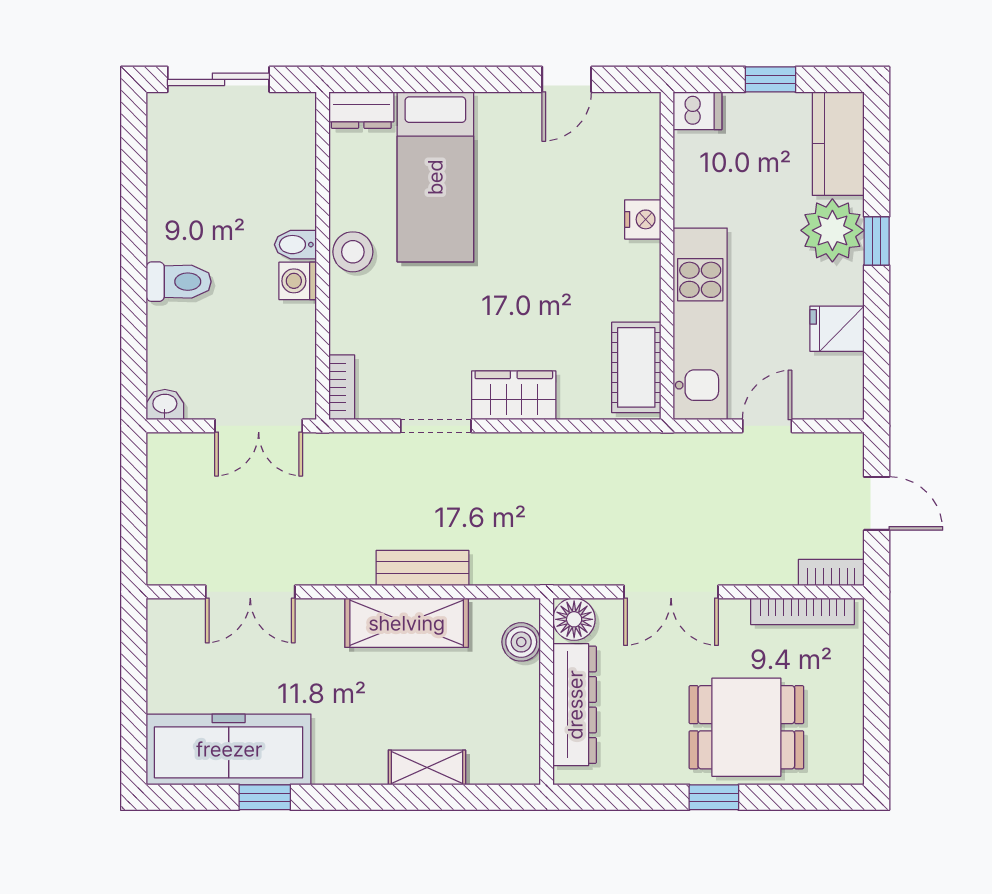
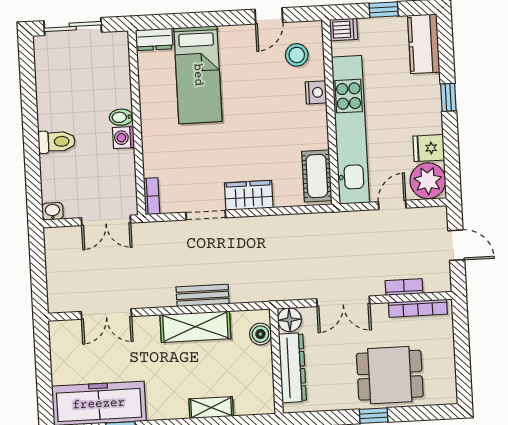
plant: (832, 230) -> (428, 181), moved
stool: (353, 252) -> (297, 55), moved
kitchen unit: (700, 324) -> (350, 130), width x1.36
bookcase: (831, 573) -> (404, 287), moved

